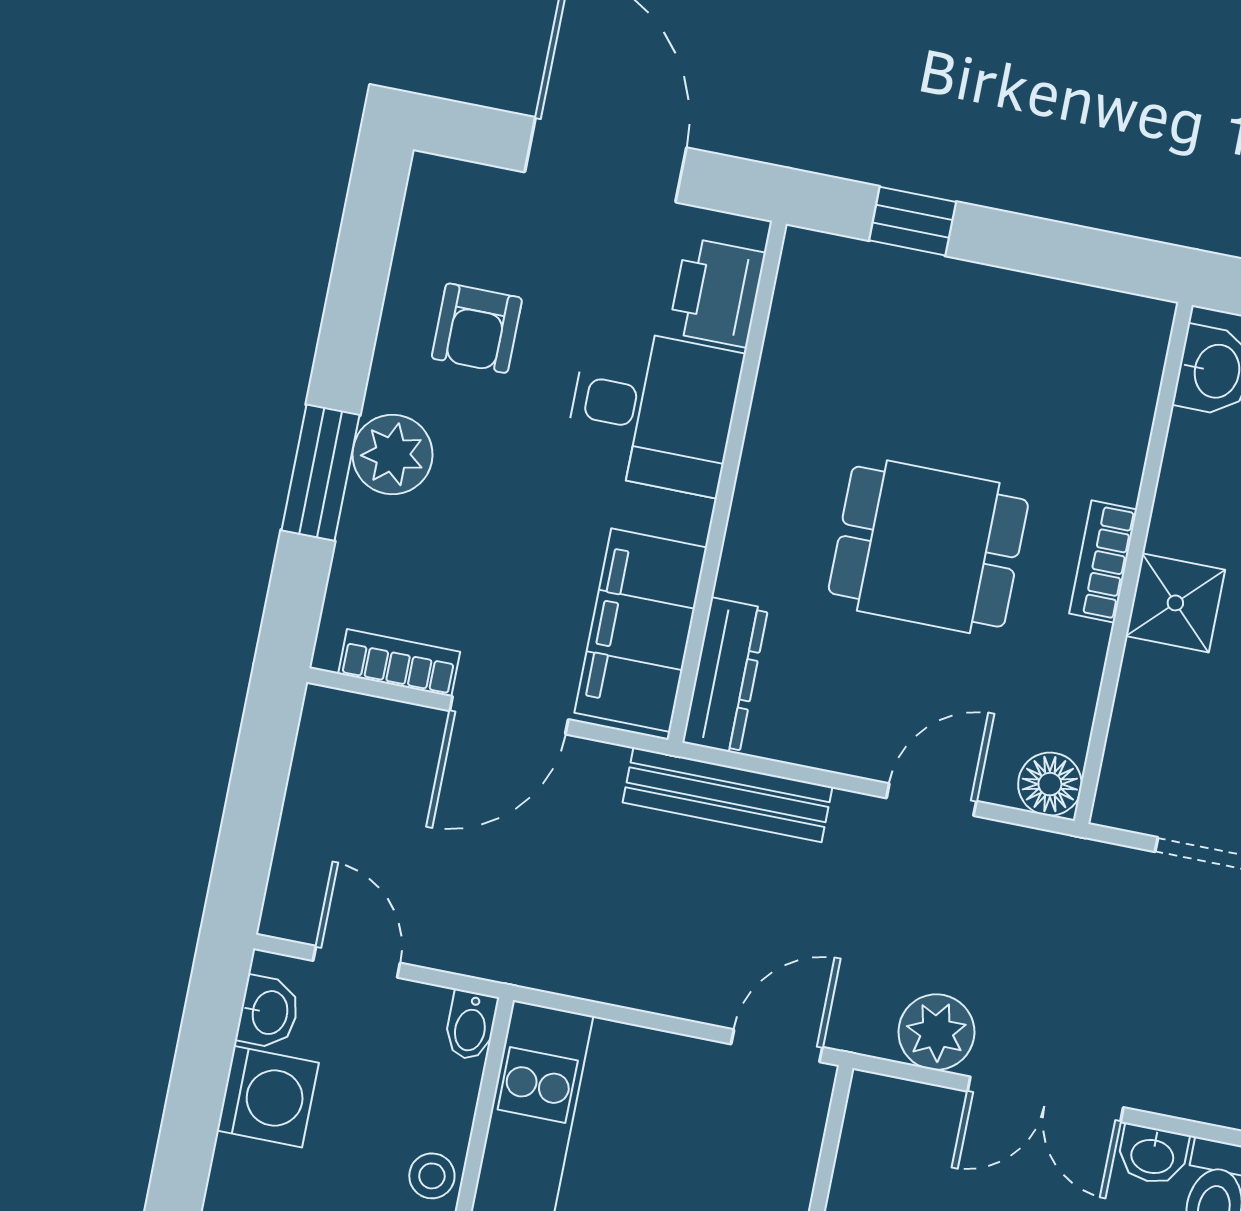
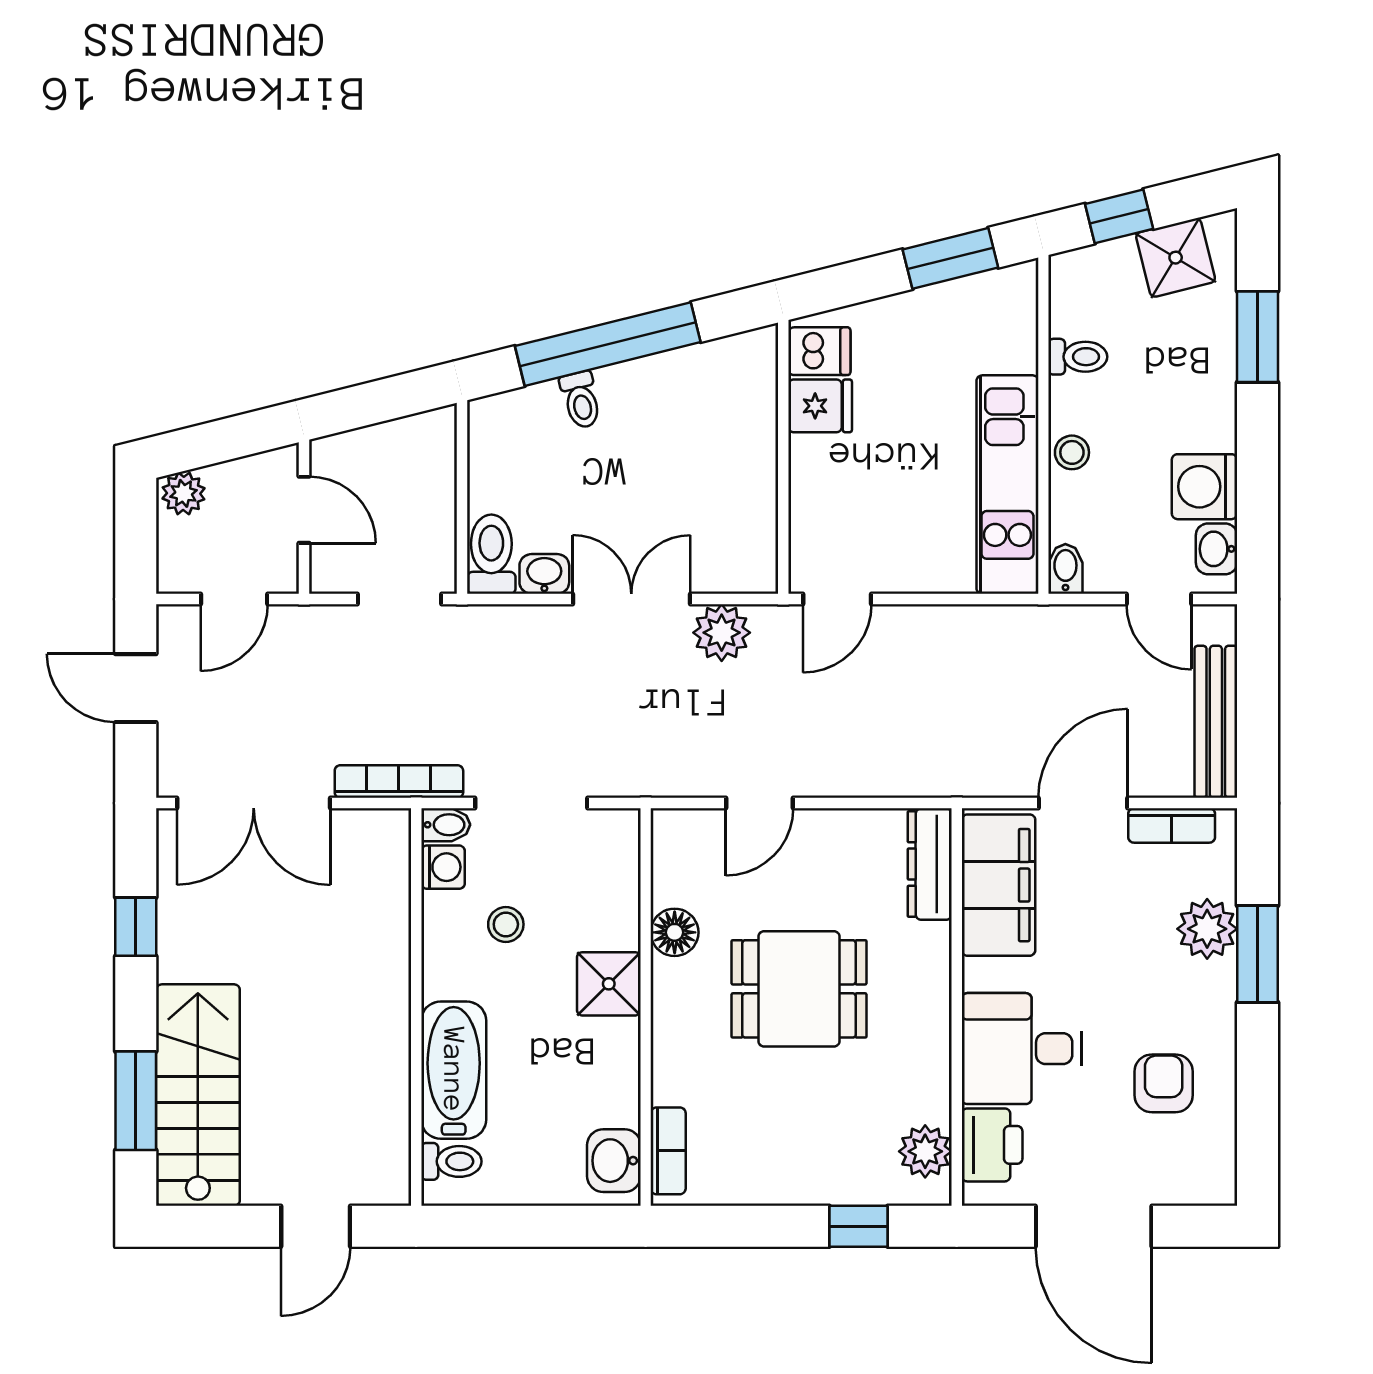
plant: (806, 302) -> (925, 1151), added
plant: (393, 454) -> (1207, 929), moved
bookcase: (1103, 562) -> (668, 1151), moved
floor lamp: (1050, 784) -> (675, 932), moved
bench: (728, 795) -> (1216, 722), moved, turned 90

